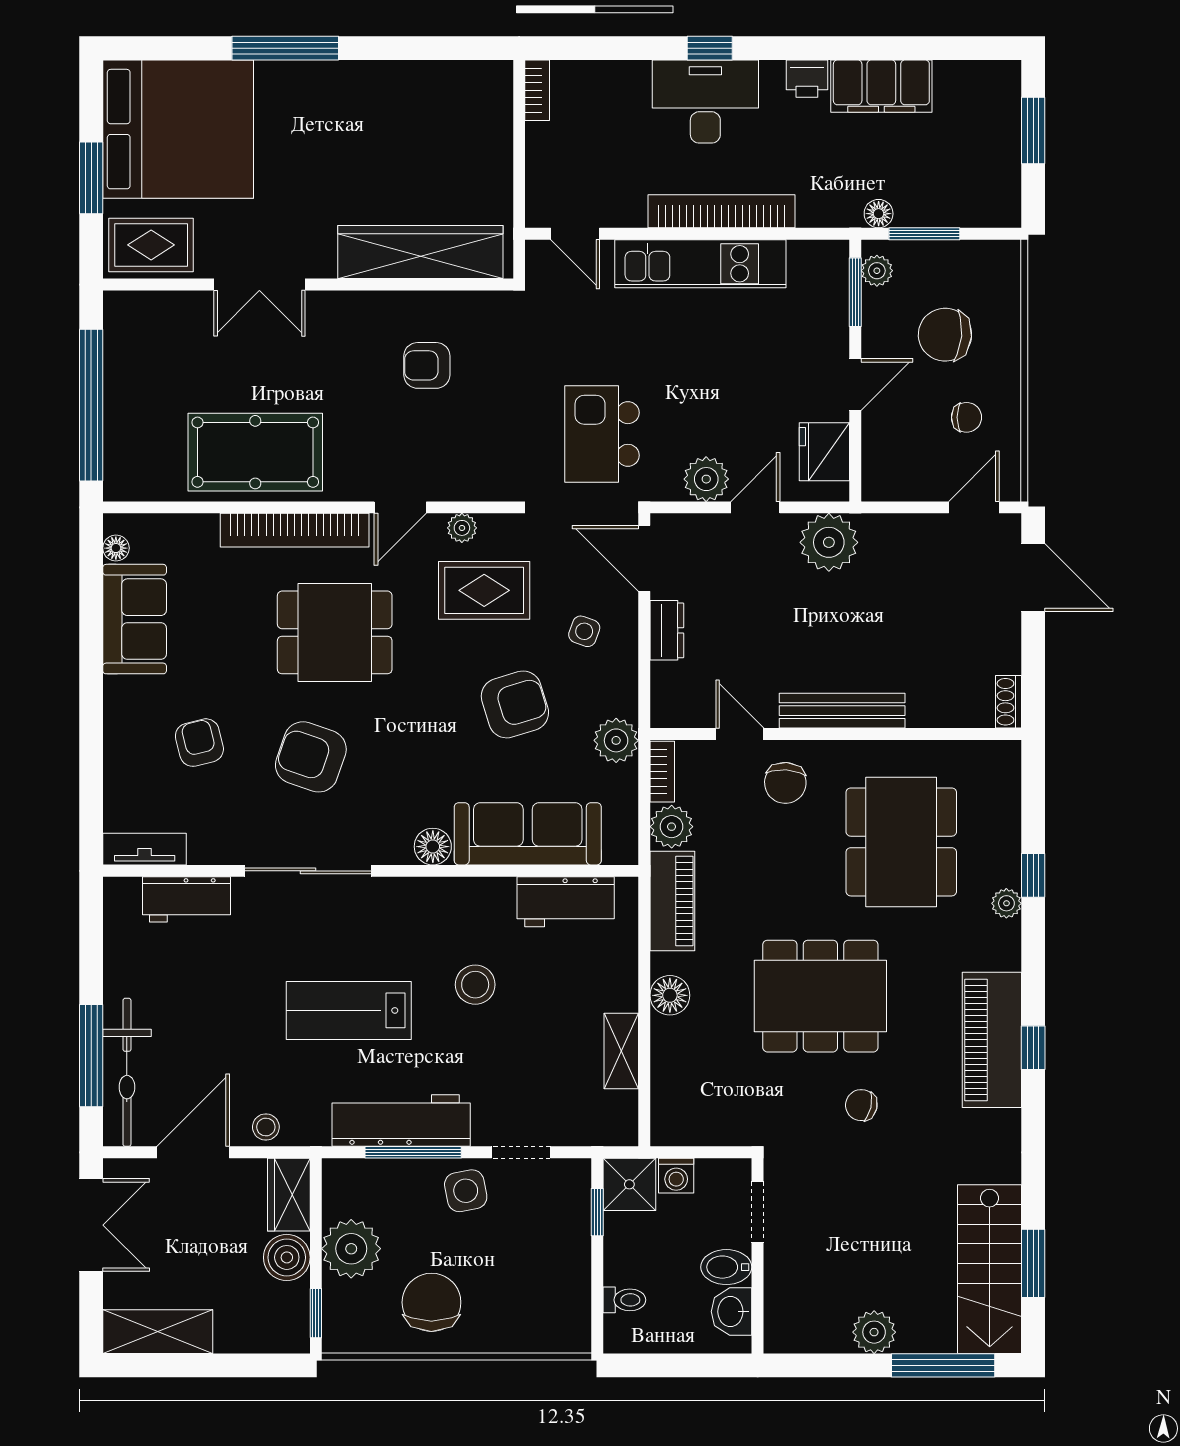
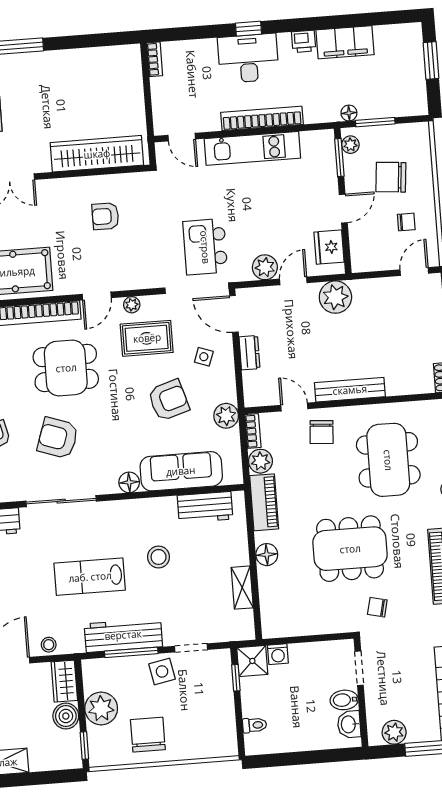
doorway: (758, 1212) -> (359, 668), moved
wall: (758, 1256) -> (361, 692), moved
bidet: (726, 1267) -> (344, 700), moved
washbasin: (732, 1312) -> (349, 724), moved

